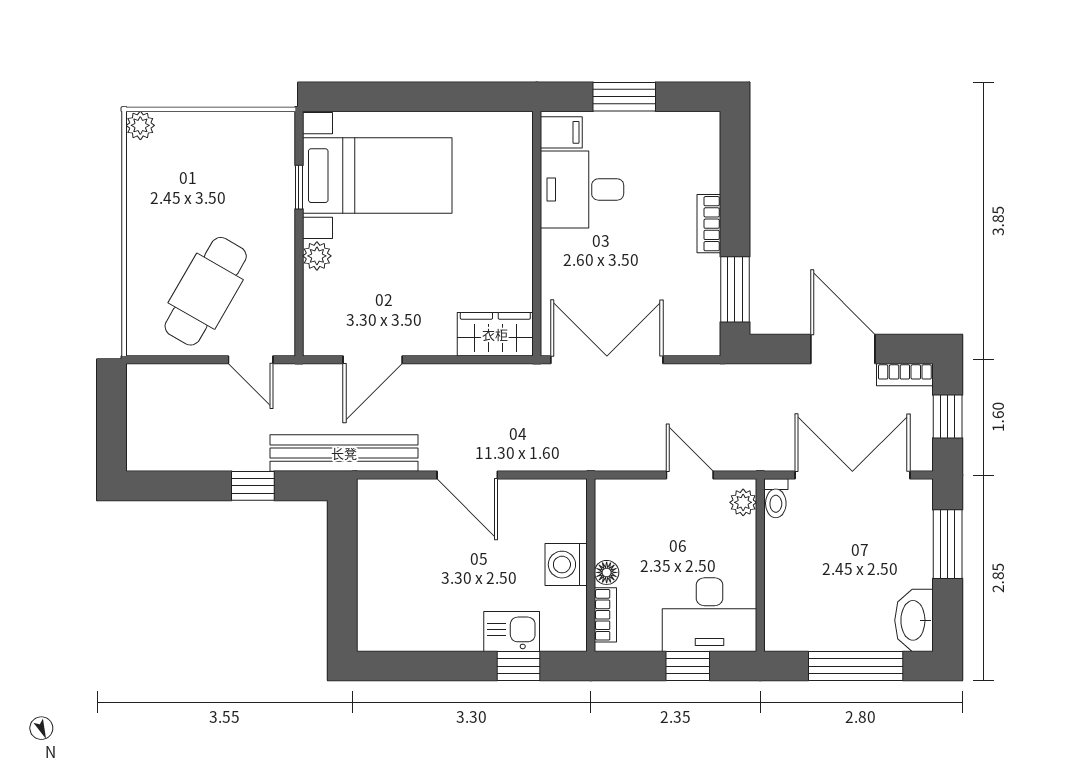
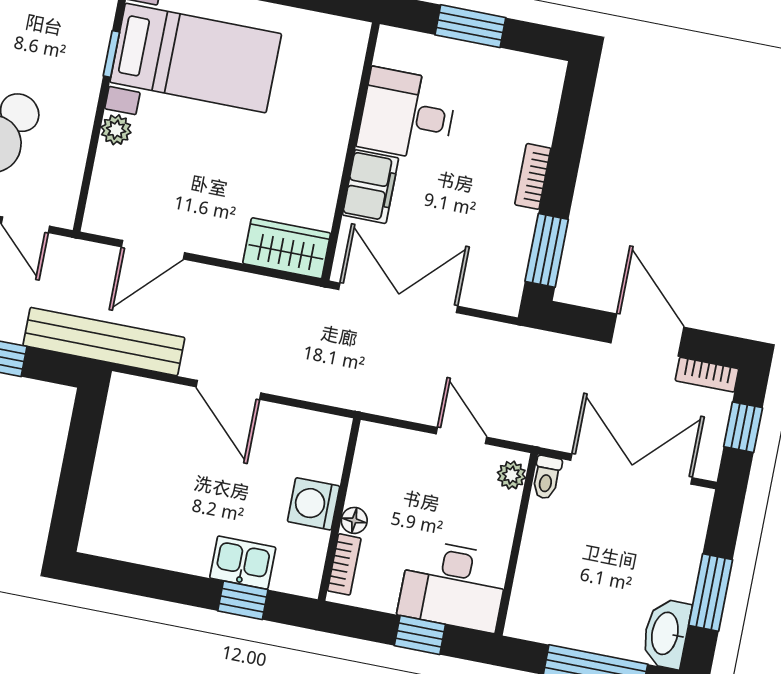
filing cabinet: (561, 132) -> (371, 187), moved, width x2.00
window: (948, 544) -> (711, 592), moved

